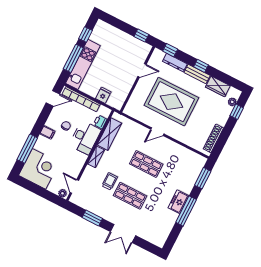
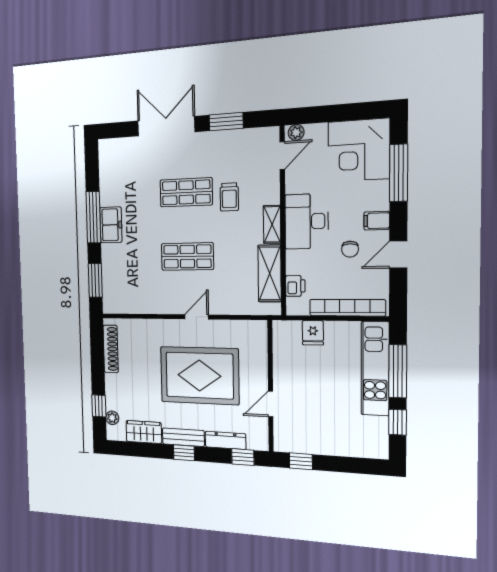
door: (53, 98) -> (398, 255), moved
desk: (85, 138) -> (307, 221), moved
door: (74, 186) -> (282, 155), hinge flipped
double door: (123, 234) -> (166, 126), width x1.37

